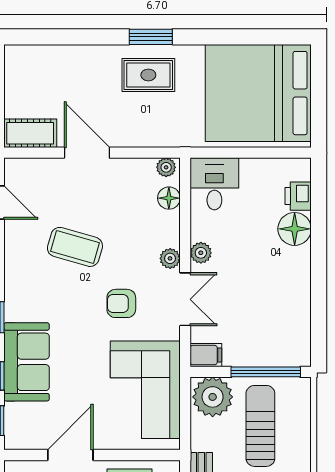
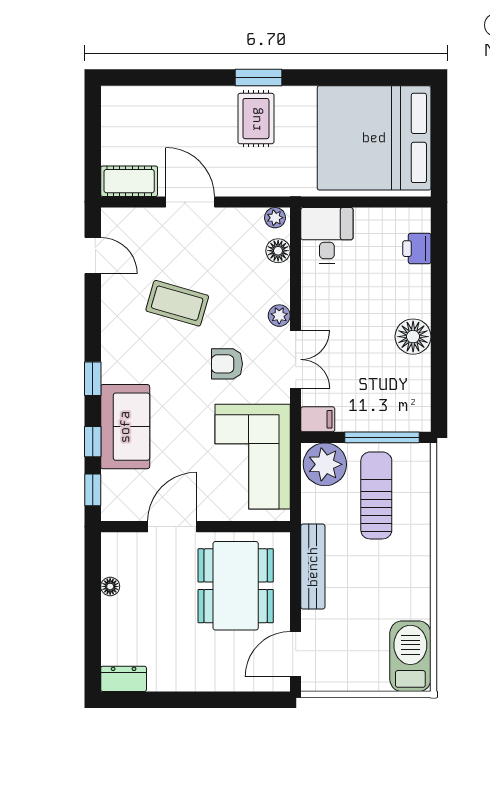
rug: (148, 75) -> (256, 119), turned 90
floor lamp: (295, 229) -> (413, 337), moved
plant: (201, 253) -> (312, 310), removed

